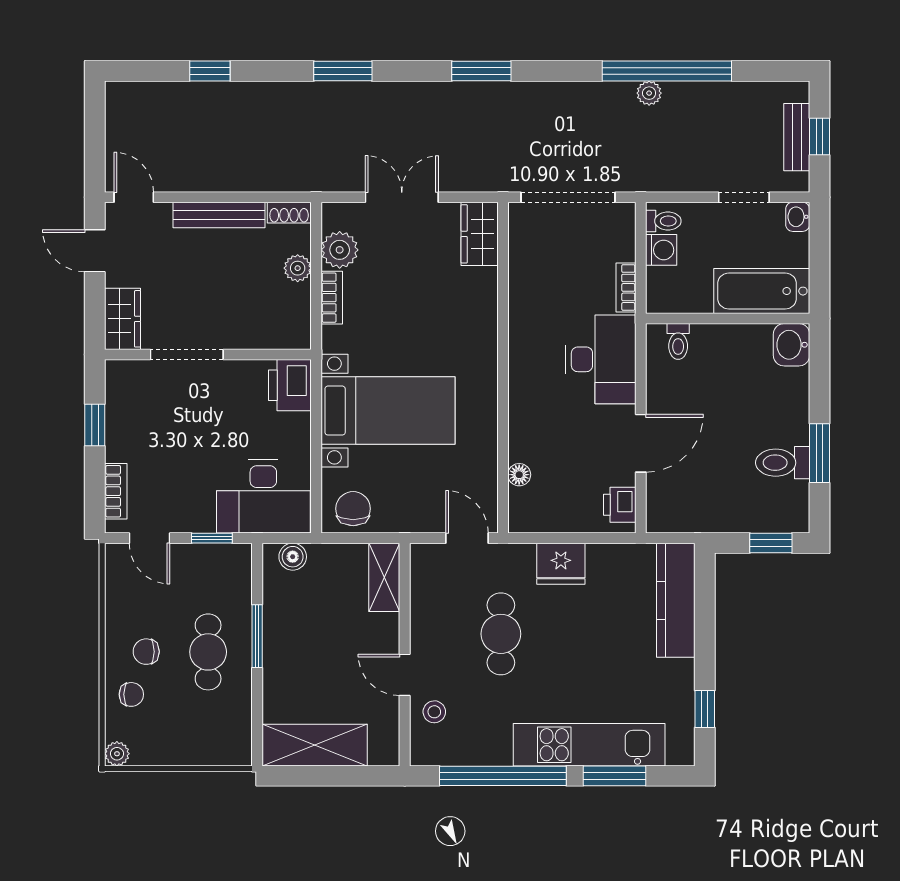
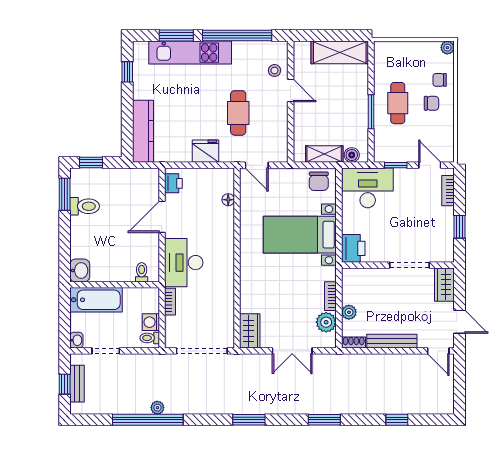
window: (819, 453) -> (65, 194), moved
shelving: (384, 577) -> (324, 154), moved, turned 90

